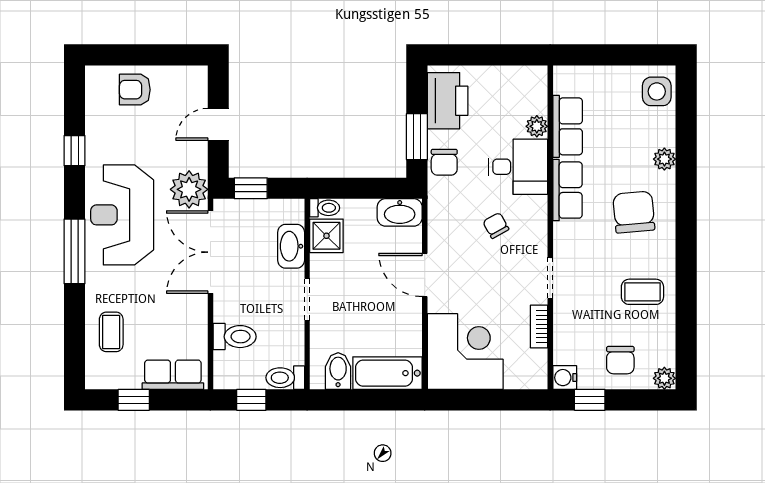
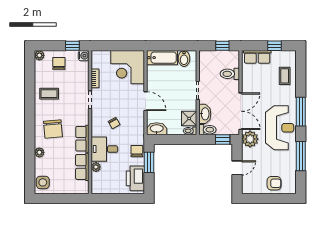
window: (75, 151) -> (301, 156), width x2.17
toilet: (285, 378) -> (207, 130), moved

